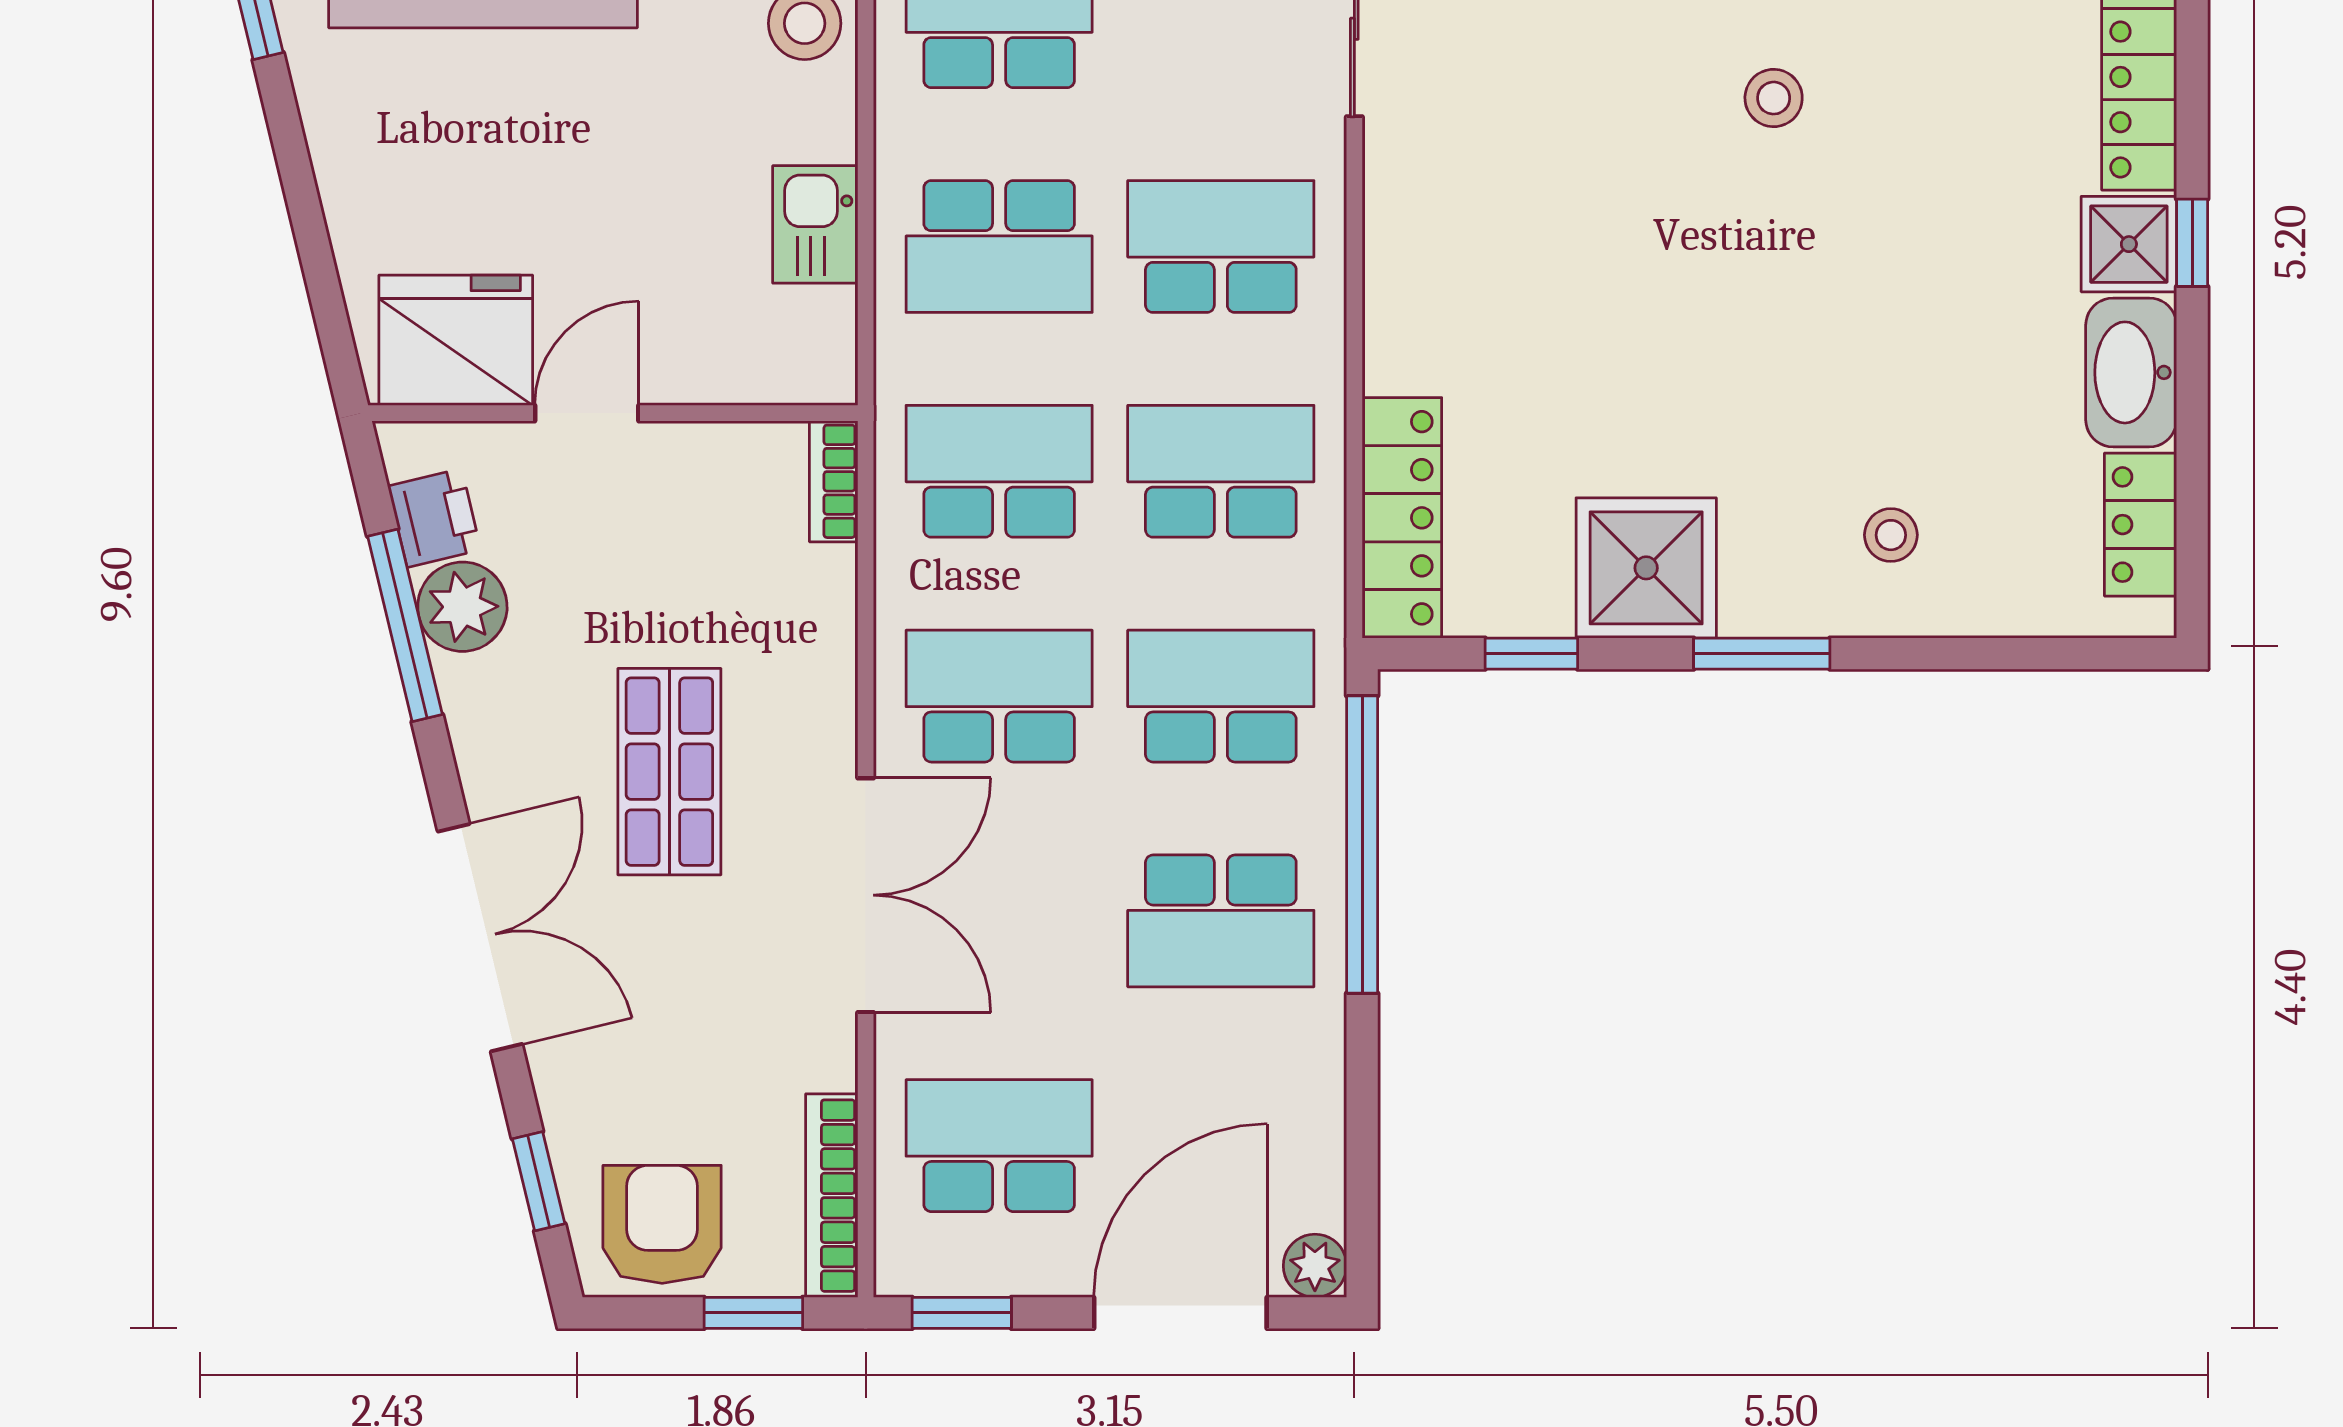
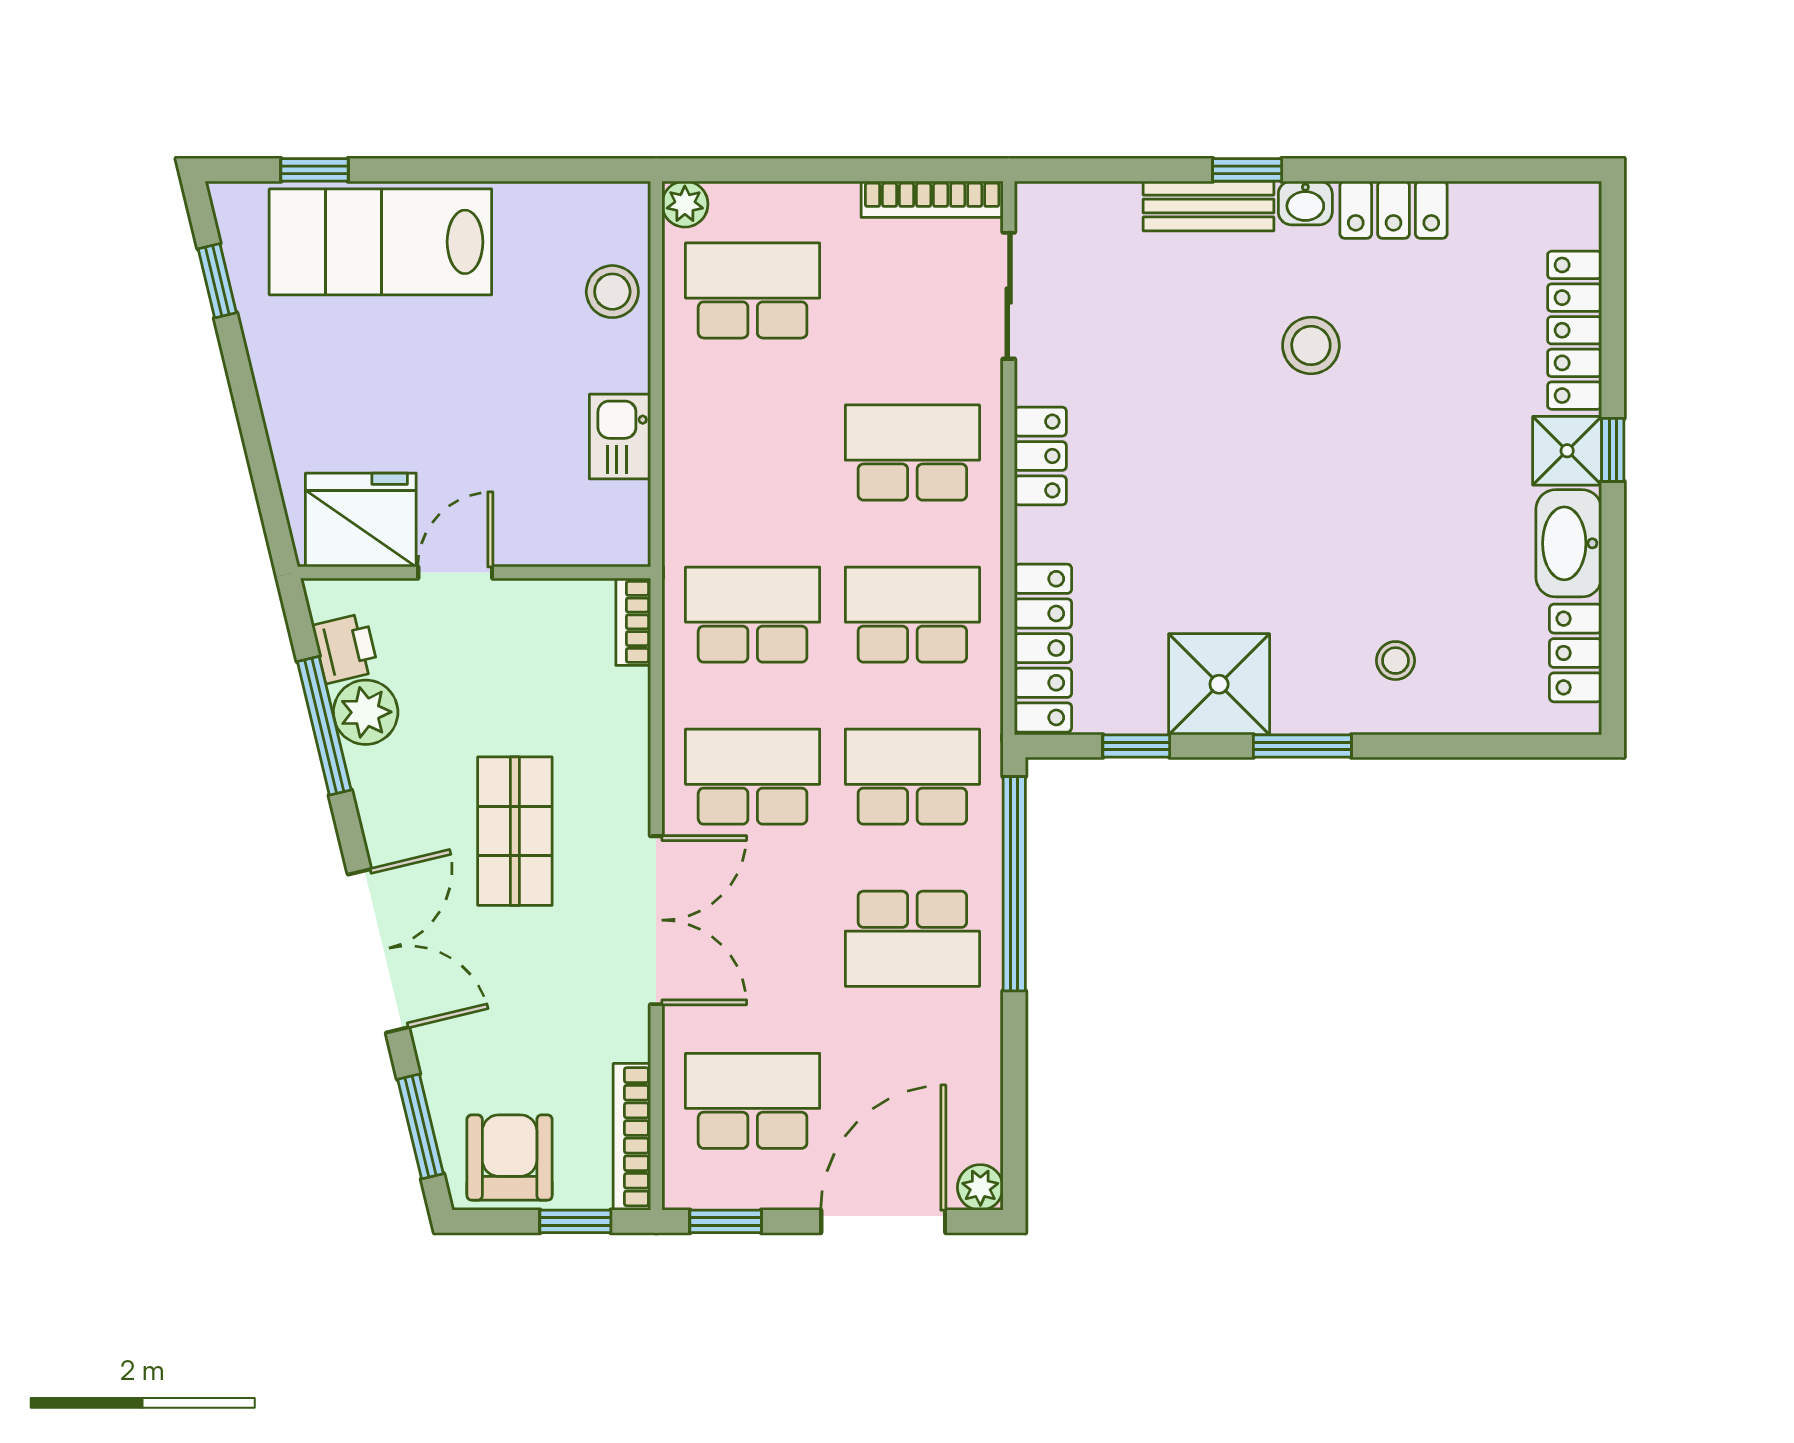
stool: (1774, 98) -> (1311, 345), width x1.37, depth x1.37
school desk: (999, 247) -> (753, 453), removed
locker: (1398, 251) -> (1040, 456), added
window: (539, 1181) -> (421, 1126), width x1.50

